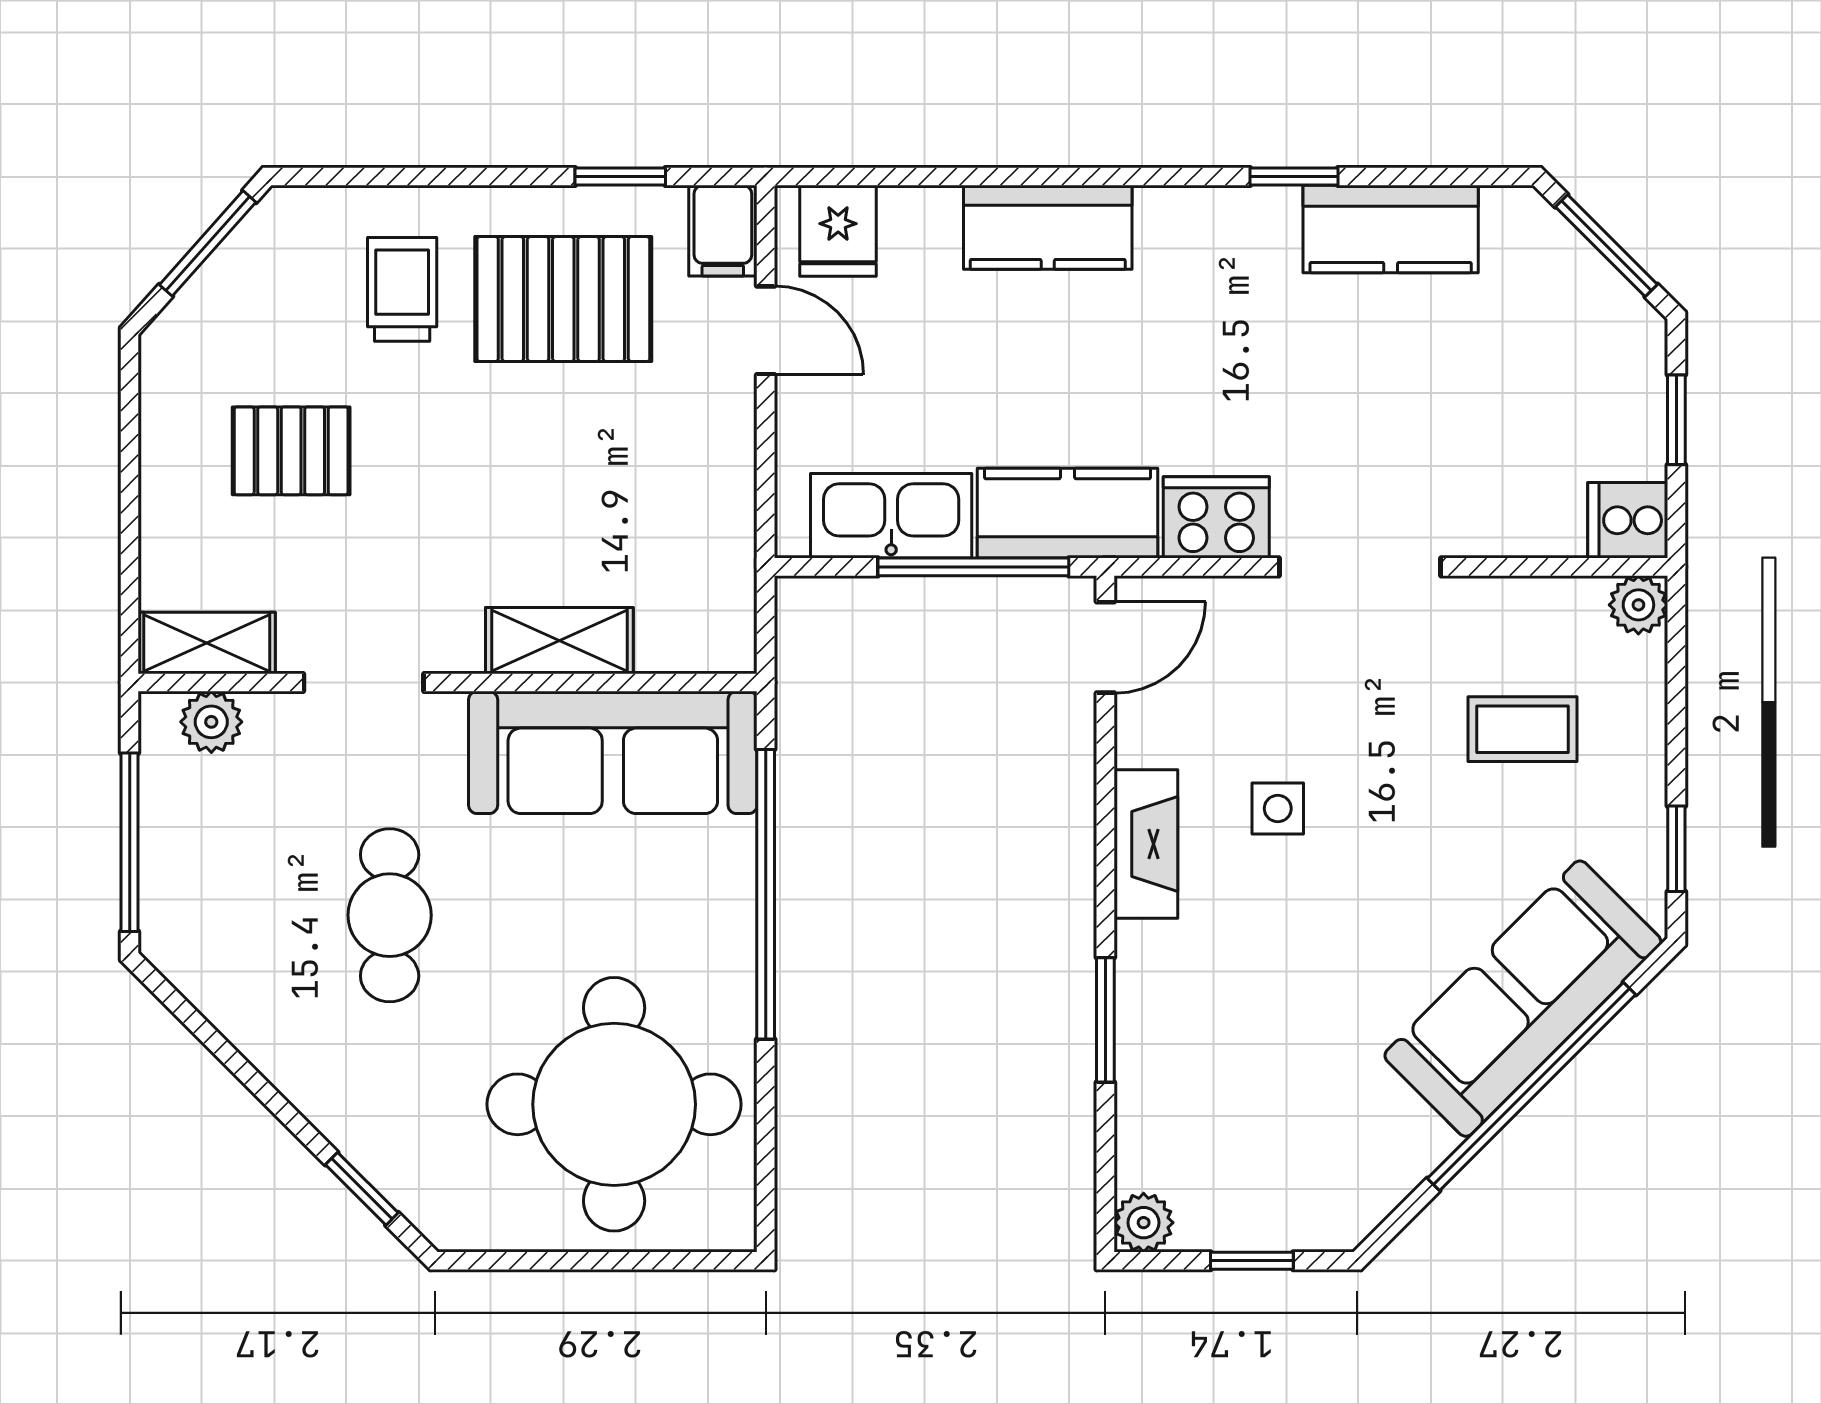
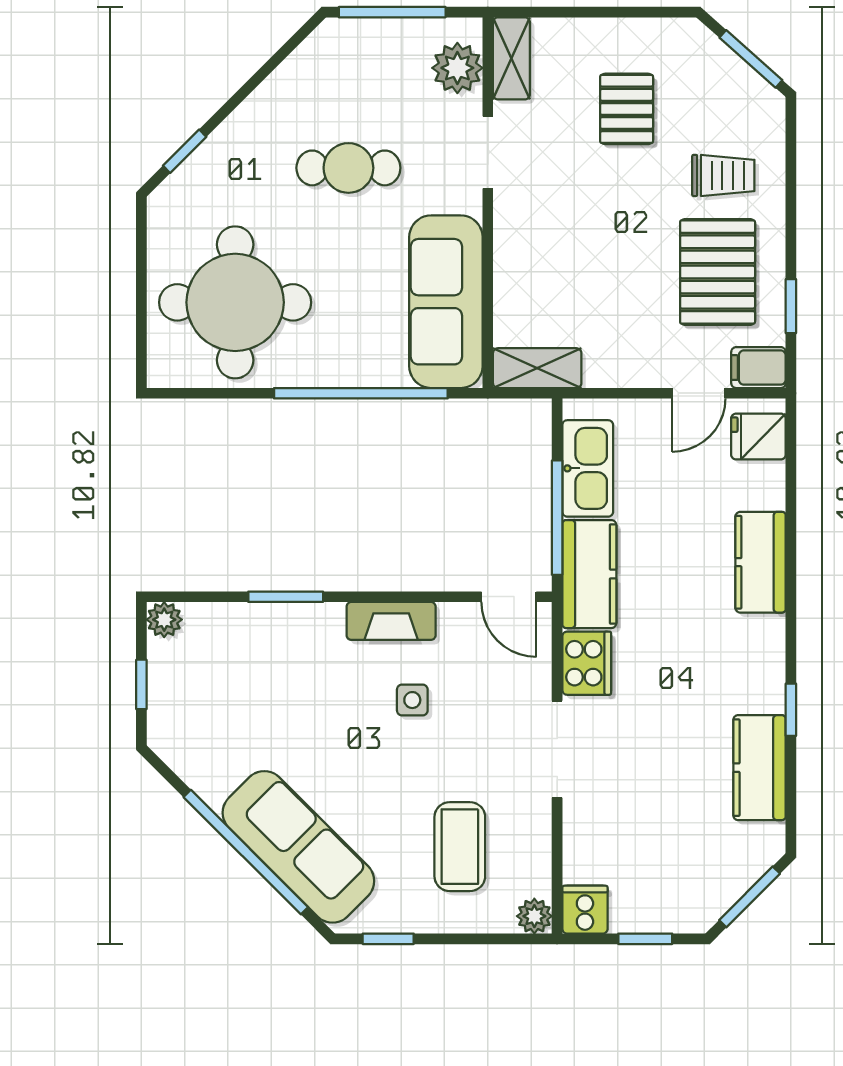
shelving: (559, 641) -> (537, 368), moved, turned 90
plant: (211, 722) -> (457, 68), width x1.38, depth x1.38
coffee table: (1522, 729) -> (460, 847), width x1.36, depth x1.30

